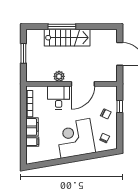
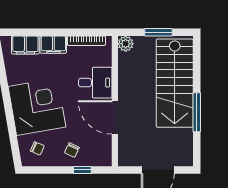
window: (62, 27) -> (197, 112), moved
stairs: (67, 38) -> (175, 83), width x1.36, depth x1.51
plant: (59, 76) -> (126, 44), moved
filing cabinet: (32, 142) -> (25, 45), width x2.00

